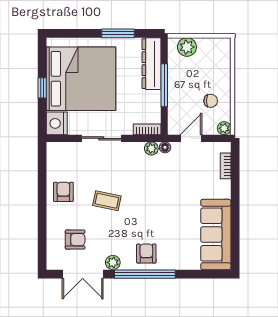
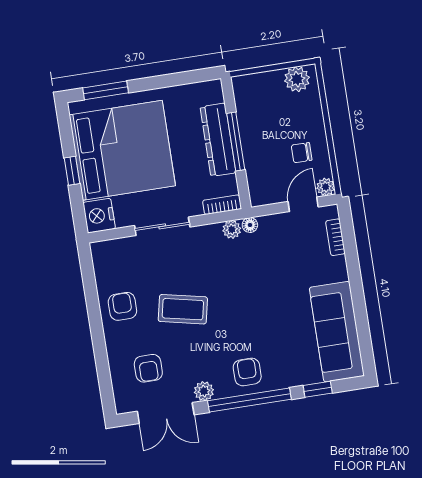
window: (118, 33) -> (106, 90), moved
plant: (187, 47) -> (297, 79), moved
dresser: (152, 64) -> (218, 140), moved
chair: (211, 101) -> (302, 153), turned 180
door: (191, 138) -> (303, 204), moved
coffee table: (107, 201) -> (183, 309), width x1.36, depth x1.30
armchair: (75, 240) -> (148, 368), turned 90
window: (195, 274) -> (318, 389), added

